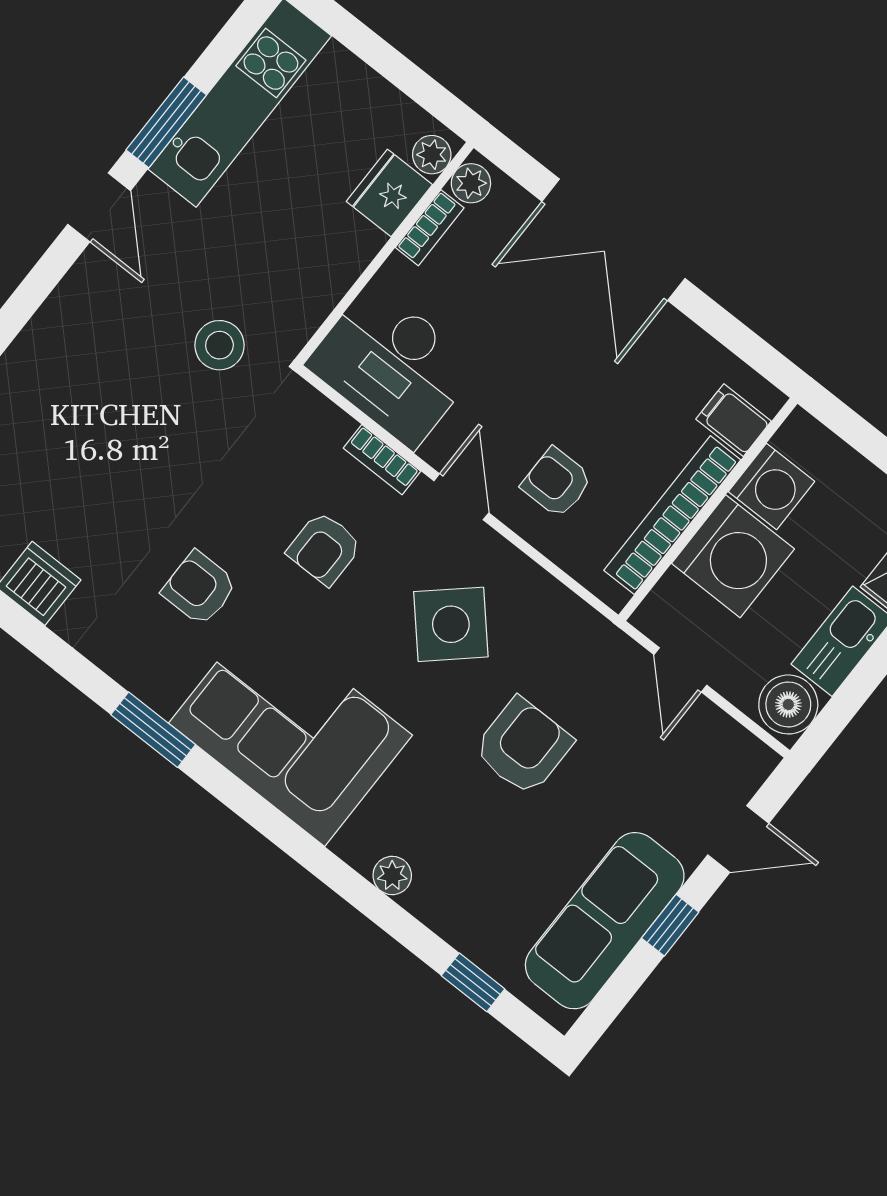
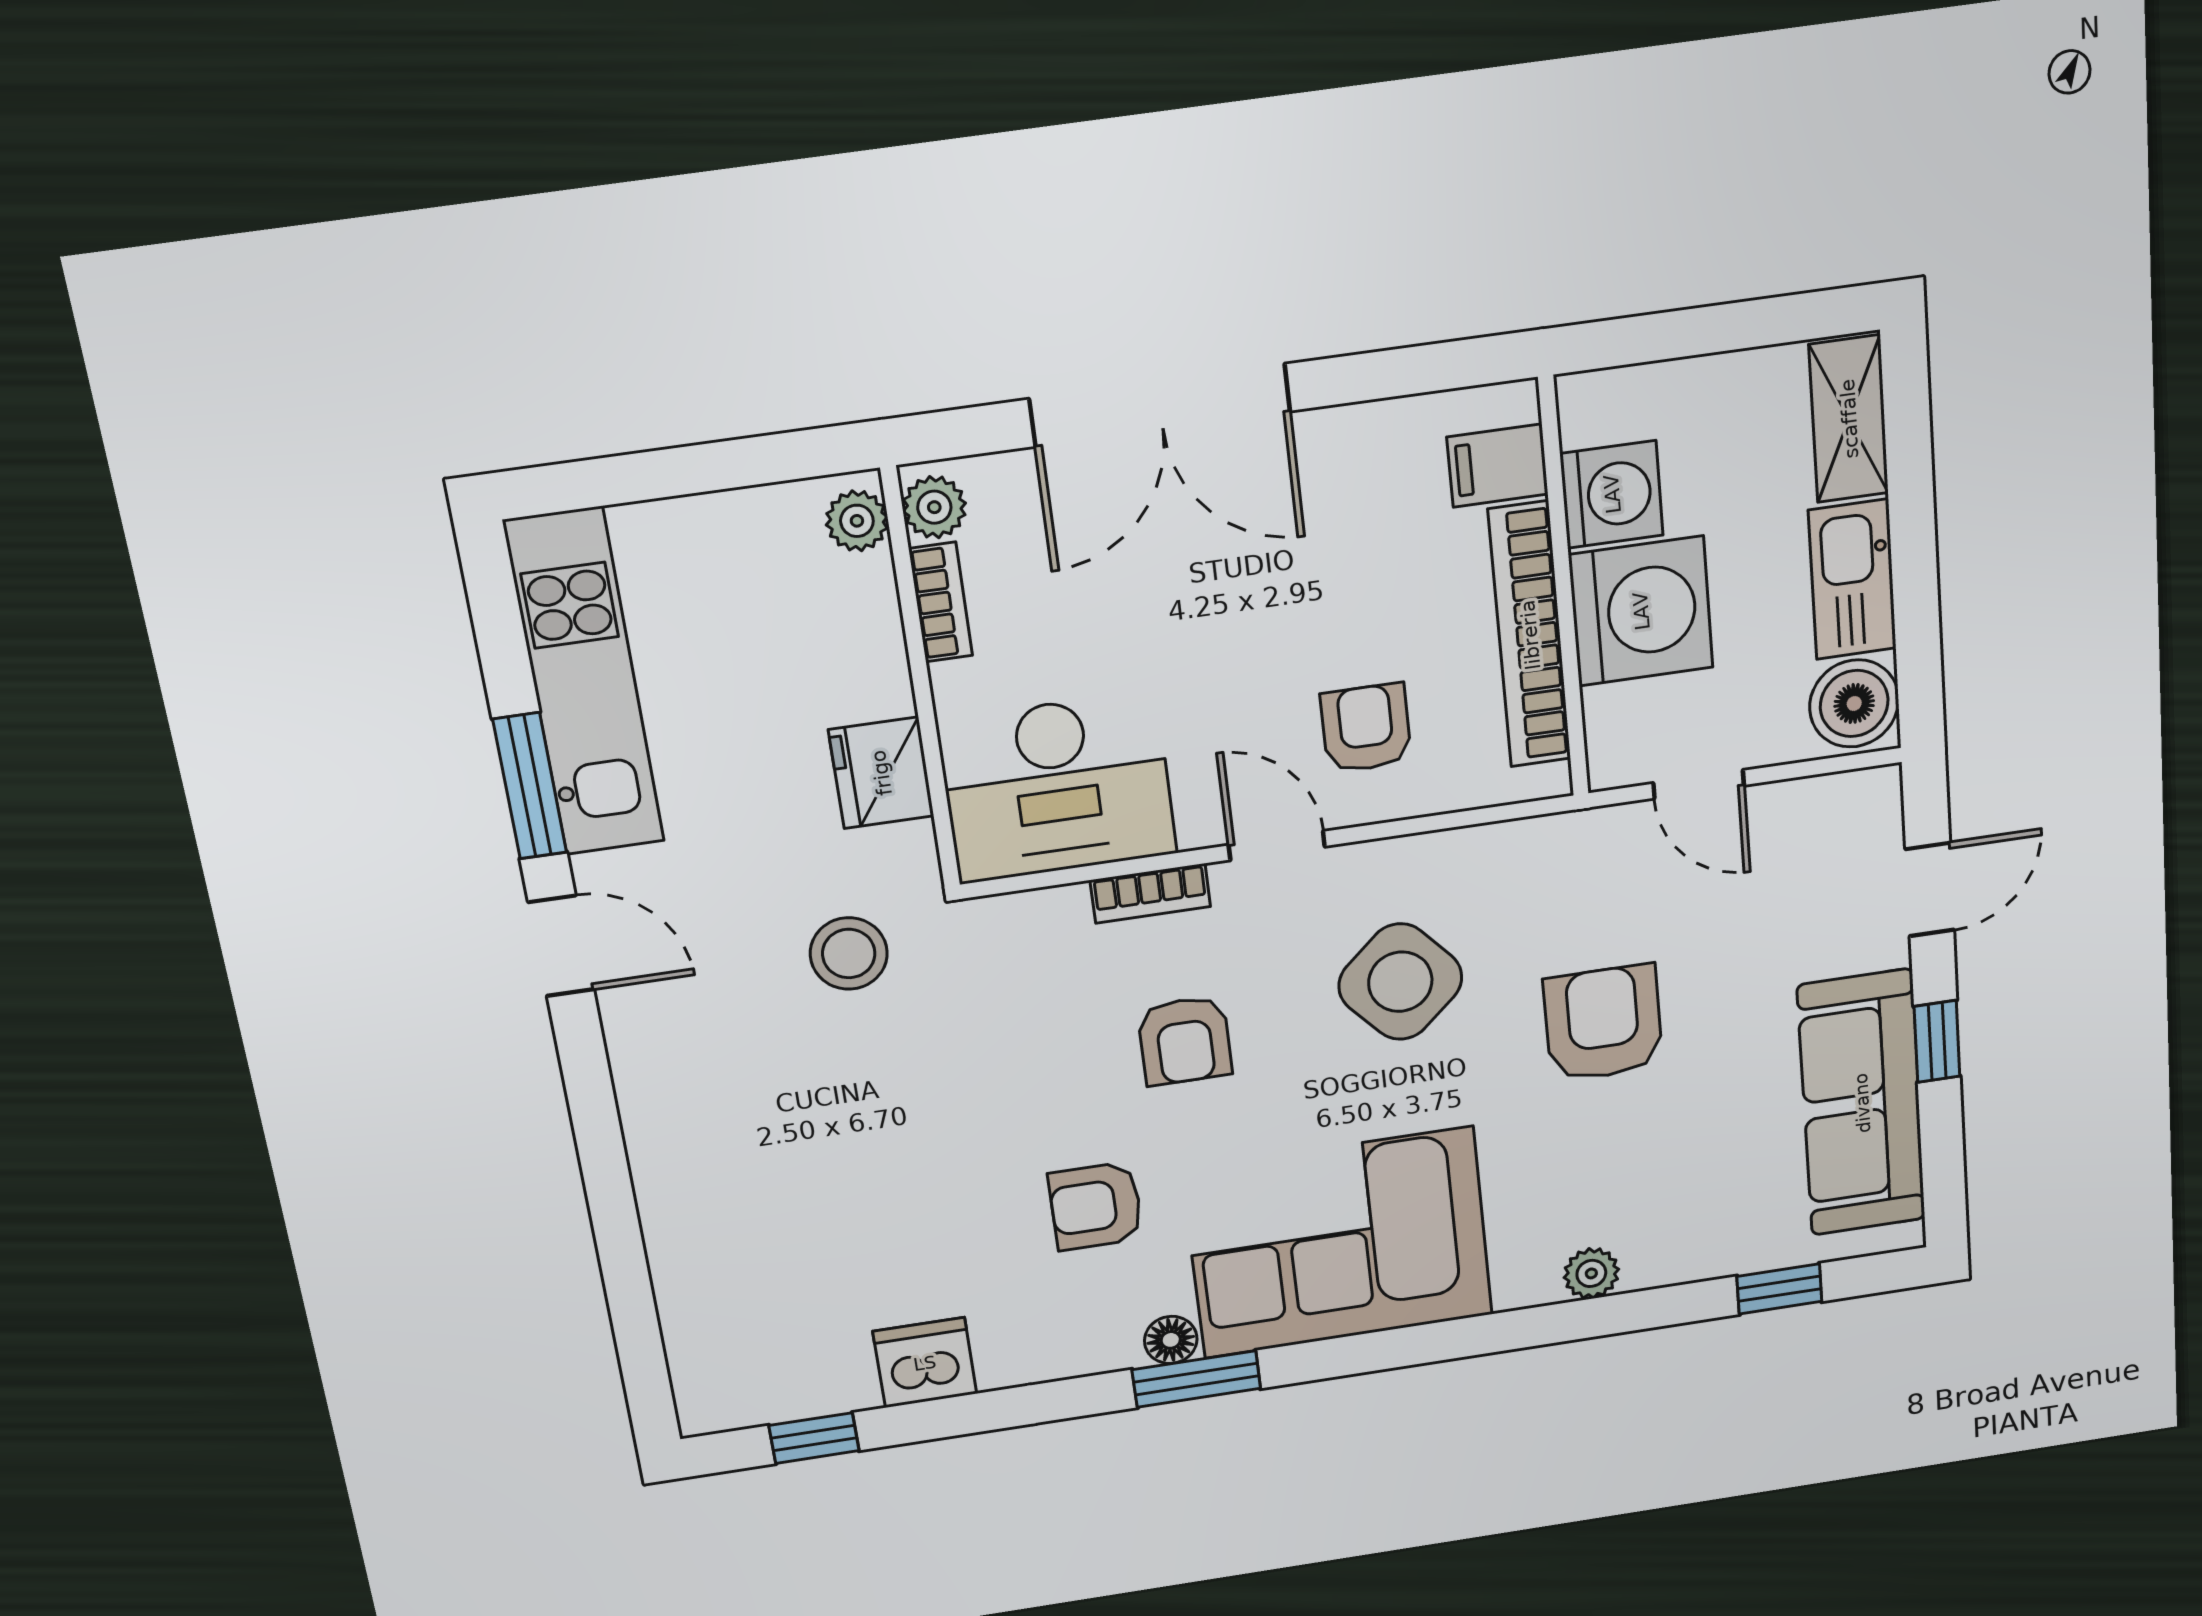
fridge: (389, 193) -> (881, 773), moved
armchair: (557, 482) -> (1366, 728), turned 90
floor lamp: (162, 696) -> (1171, 1340), added

